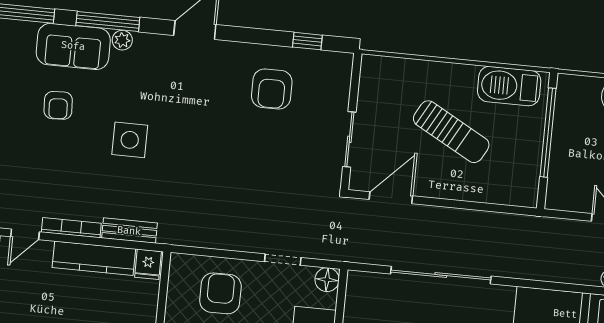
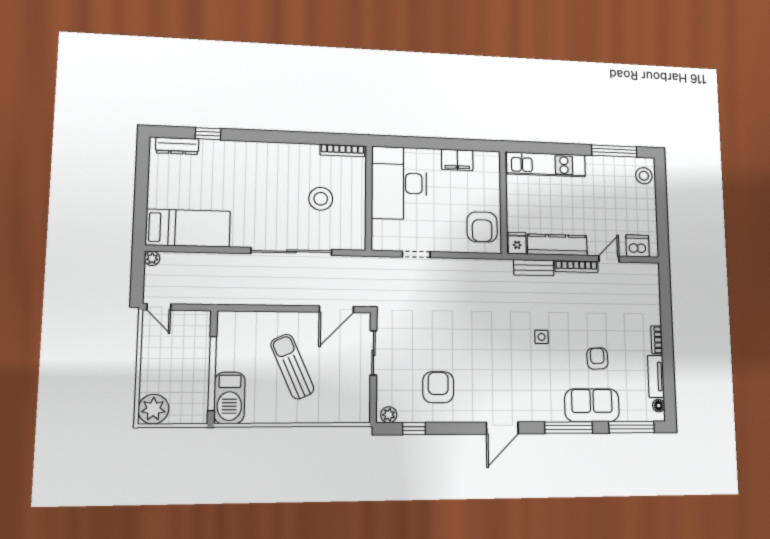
plant: (122, 40) -> (389, 415), moved
barbecue: (509, 86) -> (229, 398), moved, turned 90
sun lounger: (451, 132) -> (292, 367), turned 37
side table: (130, 140) -> (542, 337), width x0.54, depth x0.54
floor lamp: (327, 280) -> (381, 241), removed
armchair: (220, 293) -> (482, 227), moved

